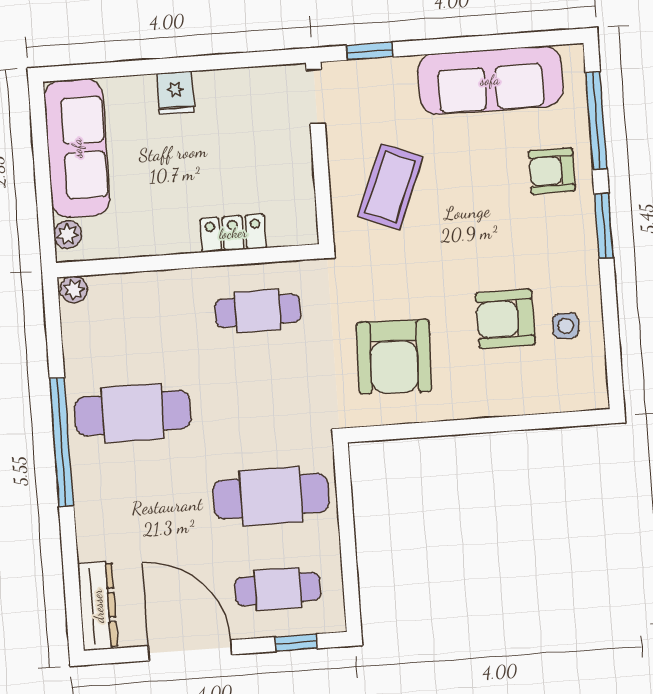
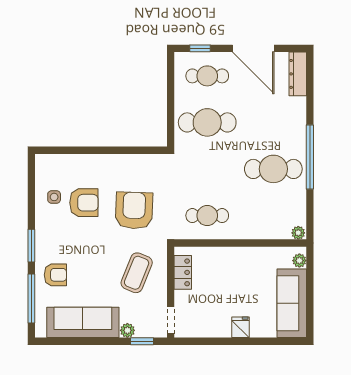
plant: (400, 71) -> (127, 330), added
locker: (233, 233) -> (183, 272), moved, turned -90
armchair: (394, 357) -> (134, 210), moved

